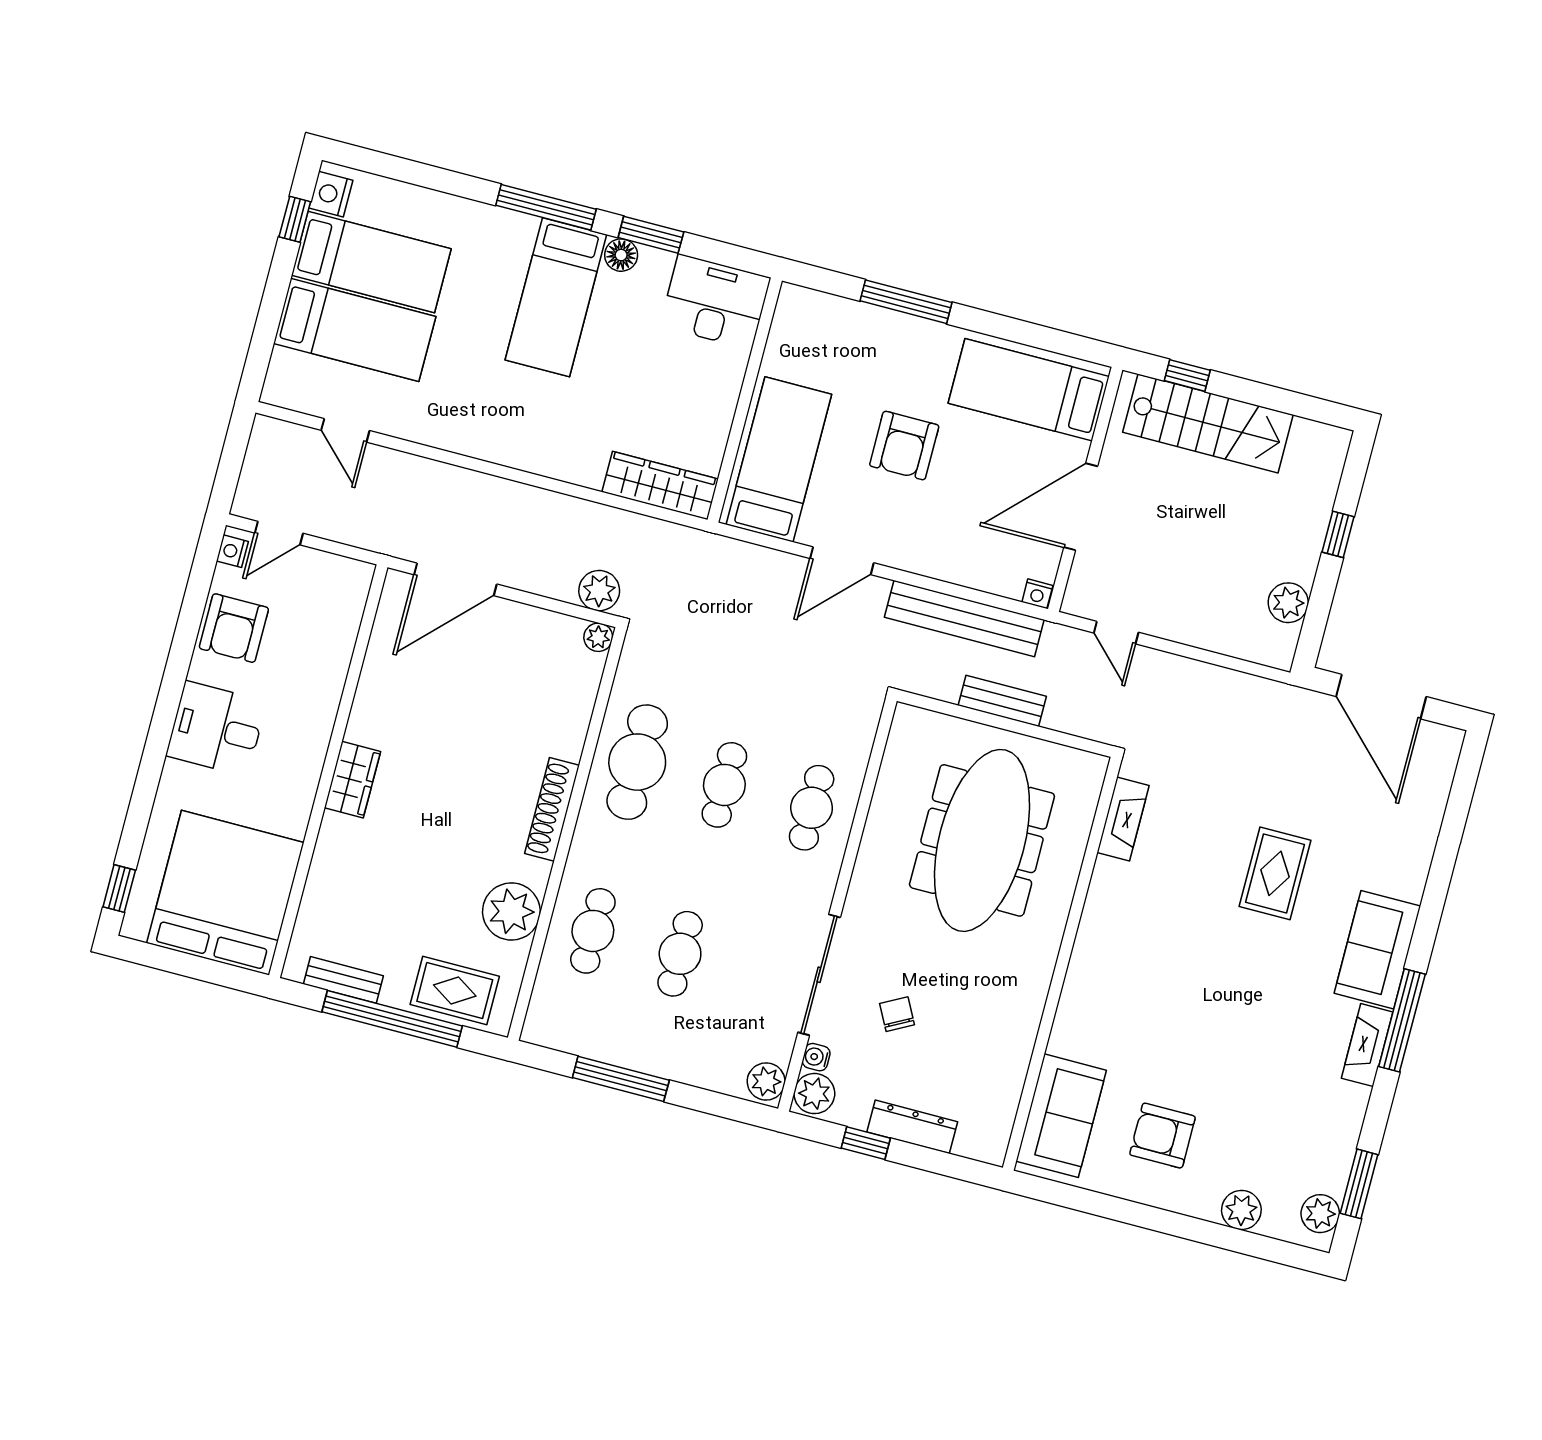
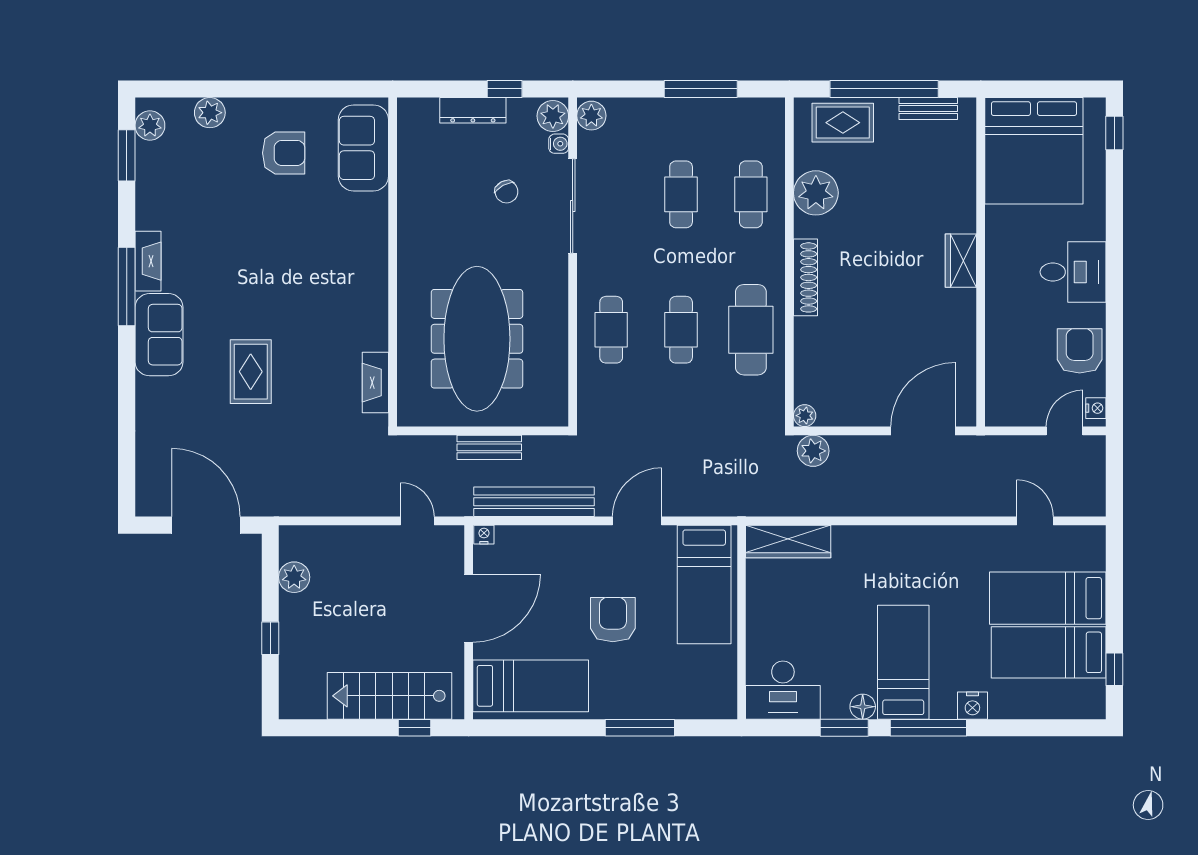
nightstand: (331, 194) -> (972, 706), moved, turned 90

